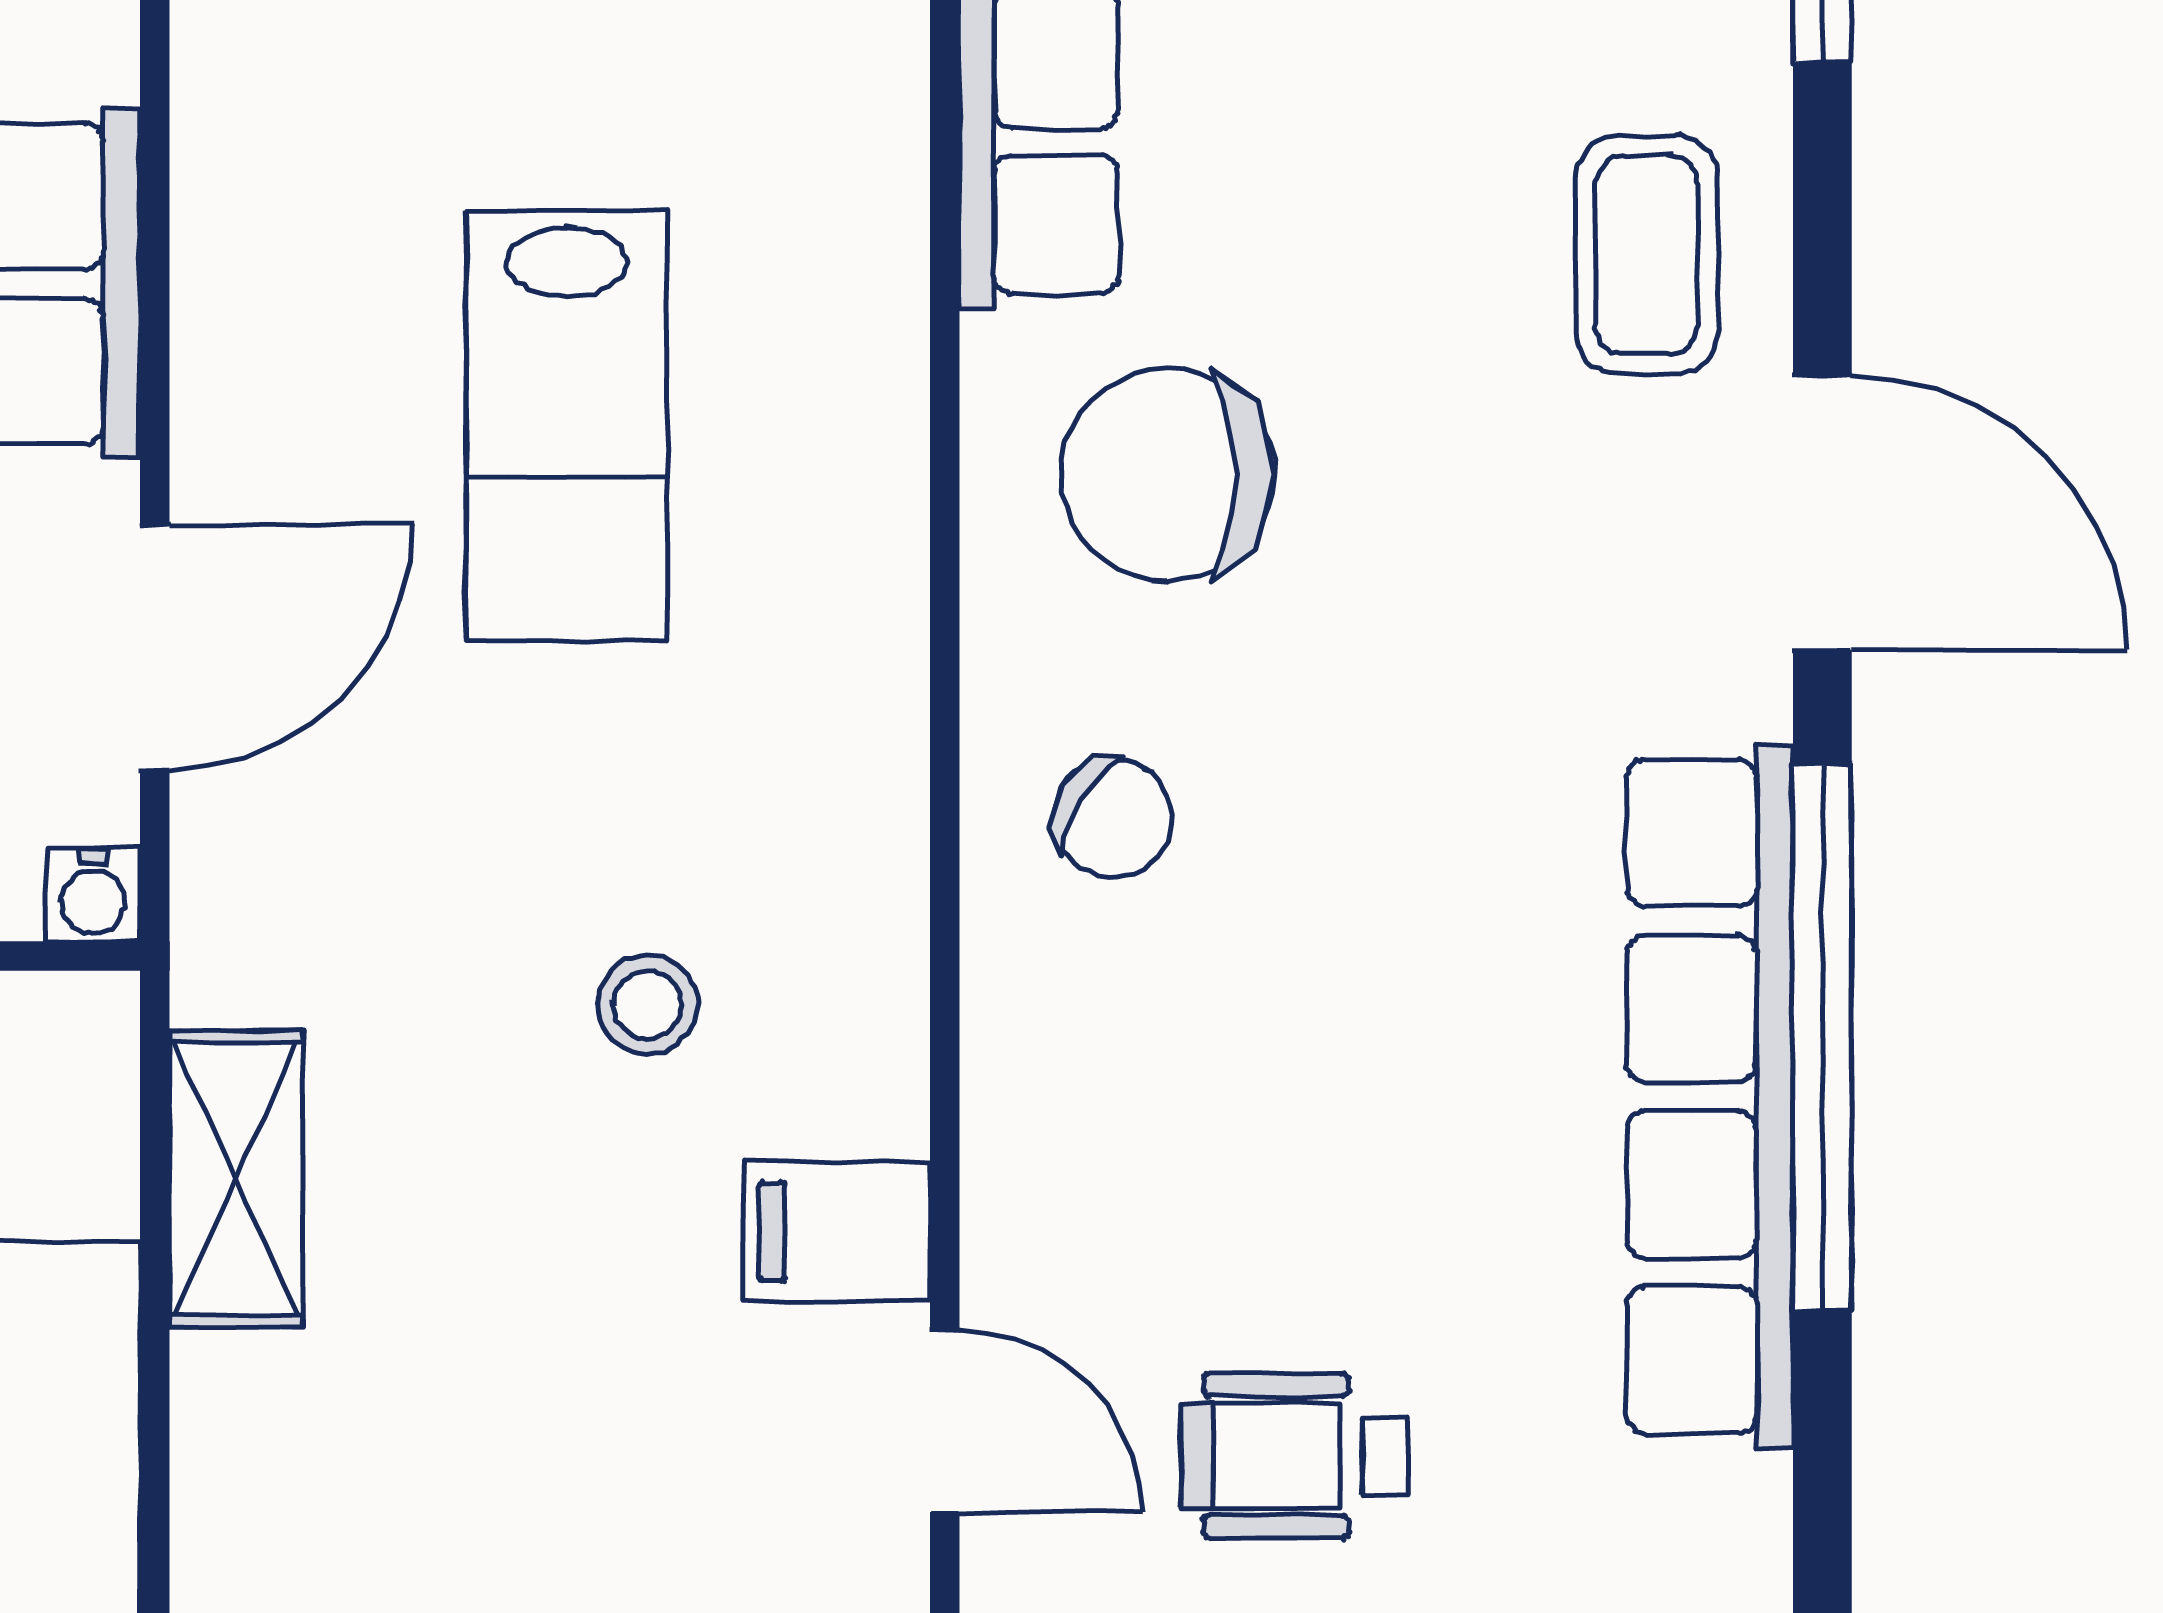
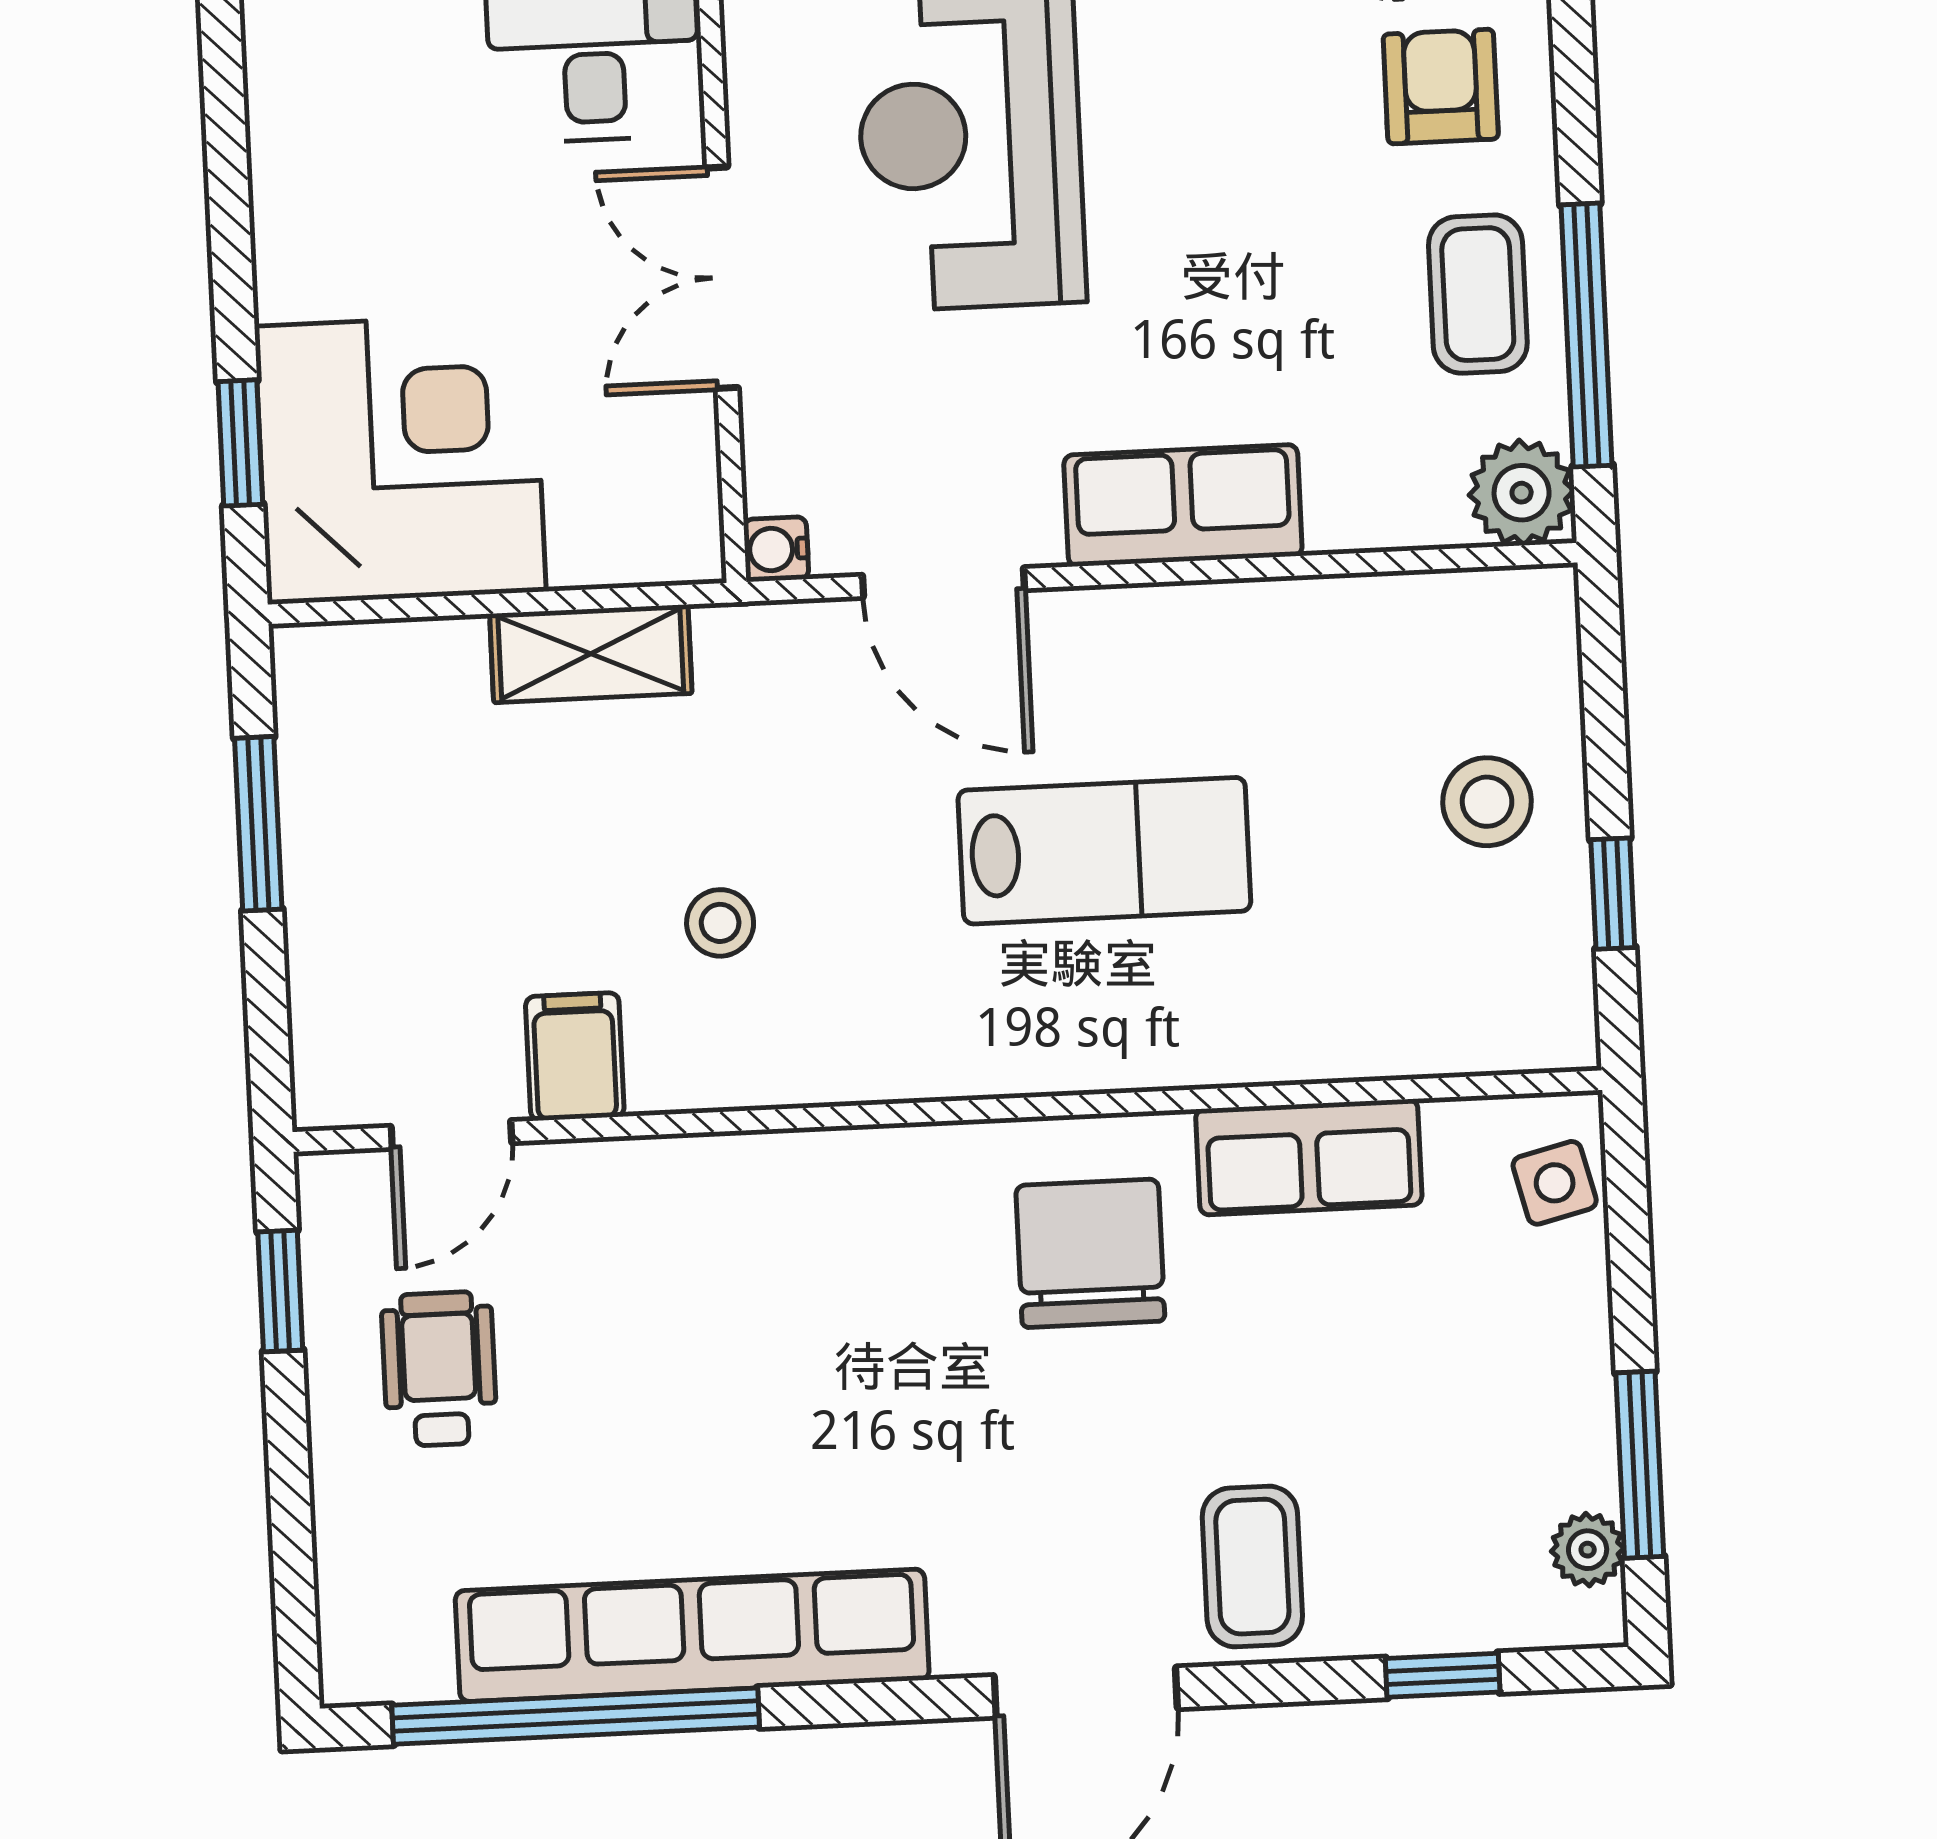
coffee table: (1647, 255) -> (1252, 1567), turned 90
lab bench: (567, 425) -> (1104, 851), turned 180
chair: (1113, 818) -> (859, 1228), removed
window: (1822, 1038) -> (576, 1716), moved

